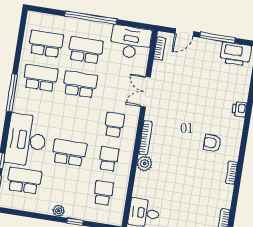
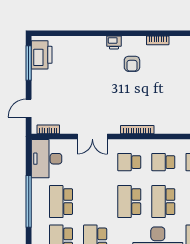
door: (184, 32) -> (29, 108), swing flipped
window: (217, 38) -> (29, 63), moved
school desk: (80, 84) -> (129, 202), moved
printer: (239, 109) -> (114, 42), moved
plant: (145, 164) -> (162, 126), removed

